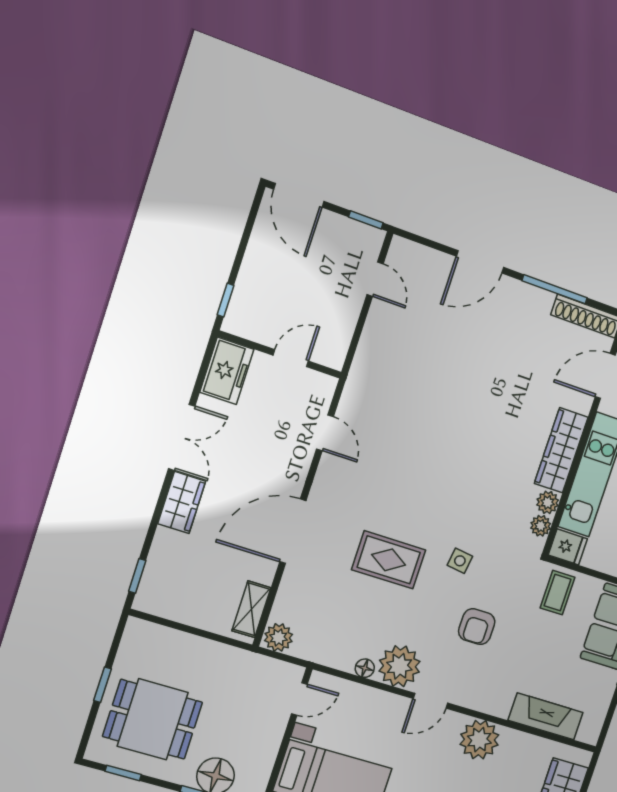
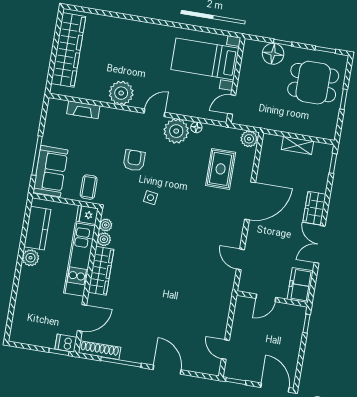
door: (480, 262) -> (167, 370), hinge flipped
rug: (389, 560) -> (221, 169), moved, turned 90
shelving: (251, 609) -> (298, 145), moved, turned 90
fireplace: (546, 716) -> (83, 110), width x0.73, depth x0.76

